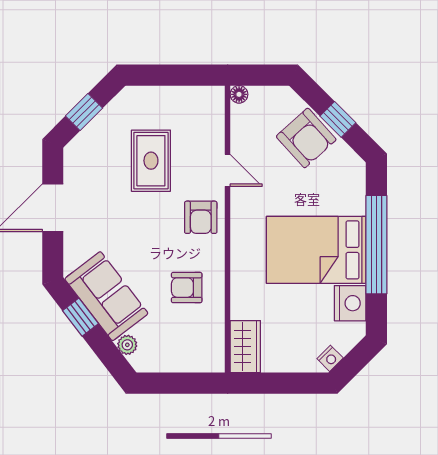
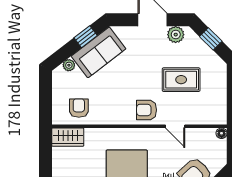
plant: (77, 170) -> (176, 35), added
door: (228, 170) -> (175, 126), hinge flipped
armchair: (187, 288) -> (79, 108), moved

